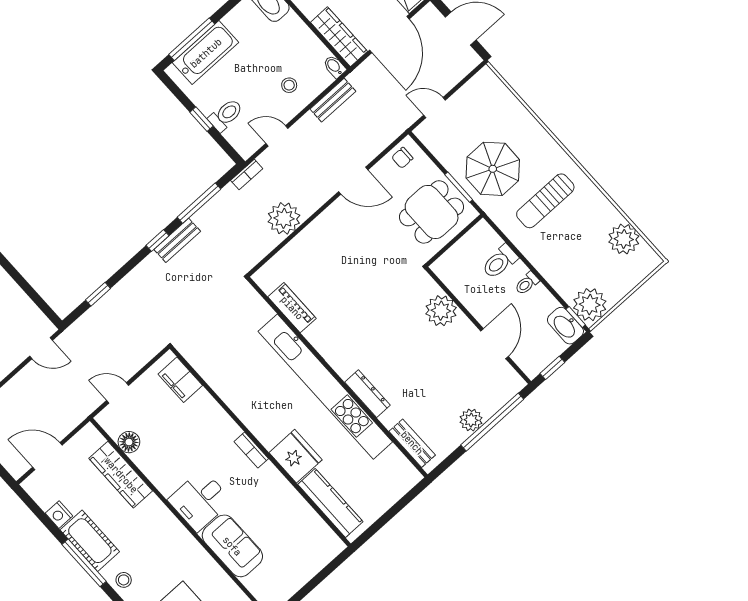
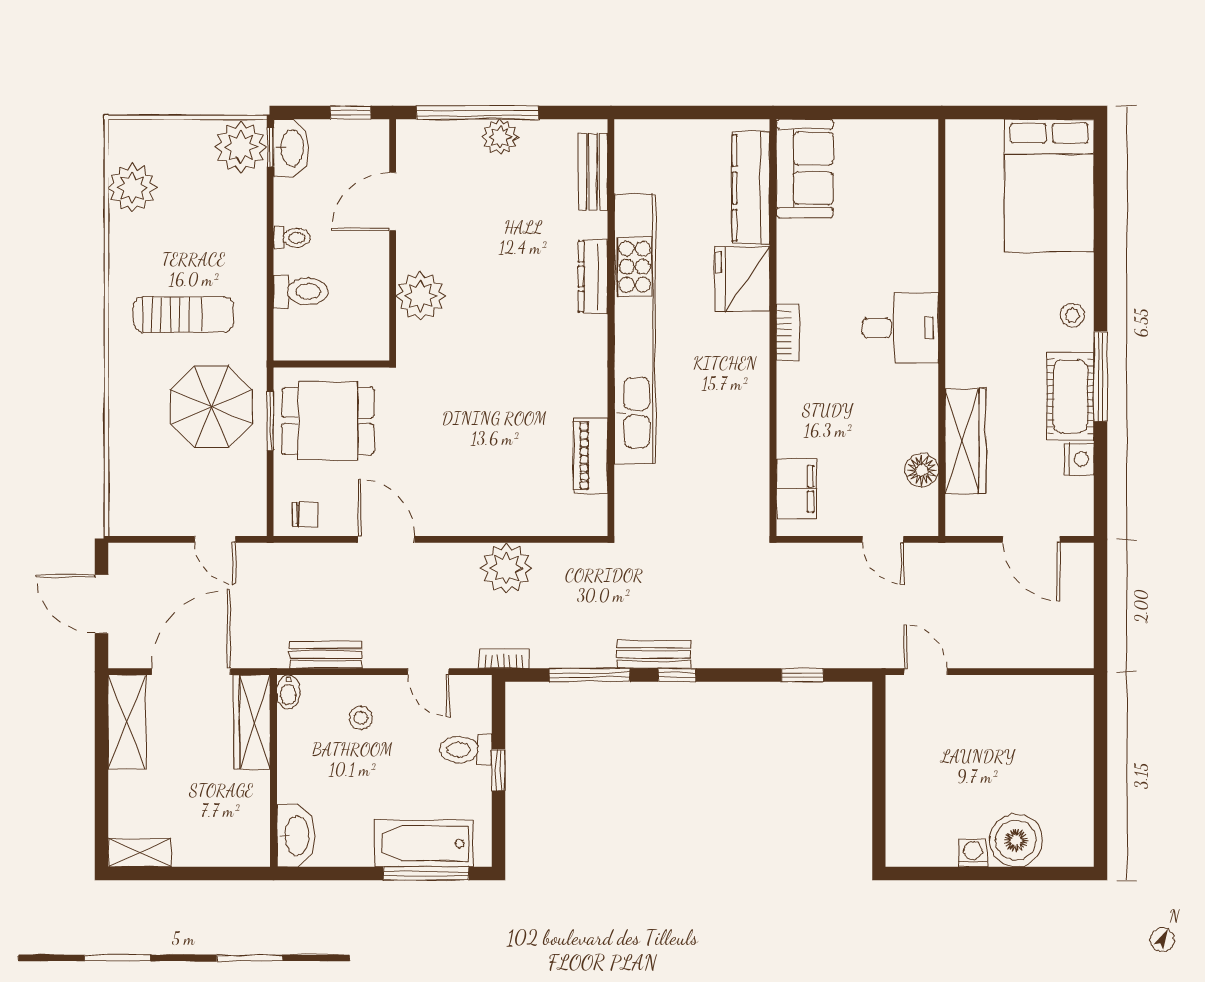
sofa: (232, 546) -> (805, 168), moved, turned 180

